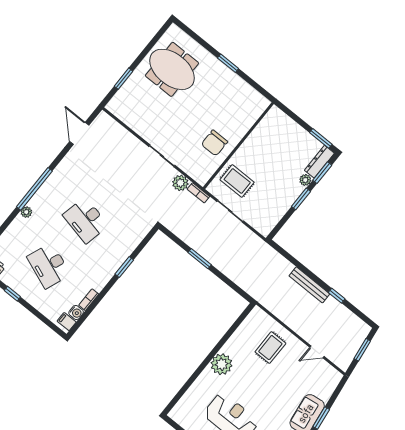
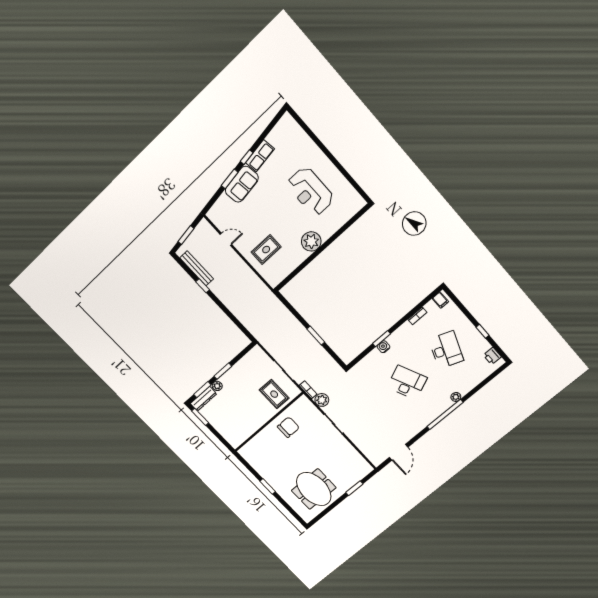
desk: (86, 220) -> (407, 382), turned -36
bench: (309, 285) -> (197, 268), moved
water cooler: (76, 313) -> (384, 347), moved

